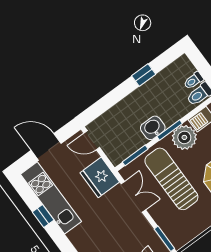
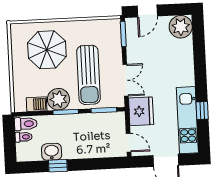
washbasin: (153, 128) -> (52, 152), moved, turned 180
double door: (133, 197) -> (126, 80), swing flipped

